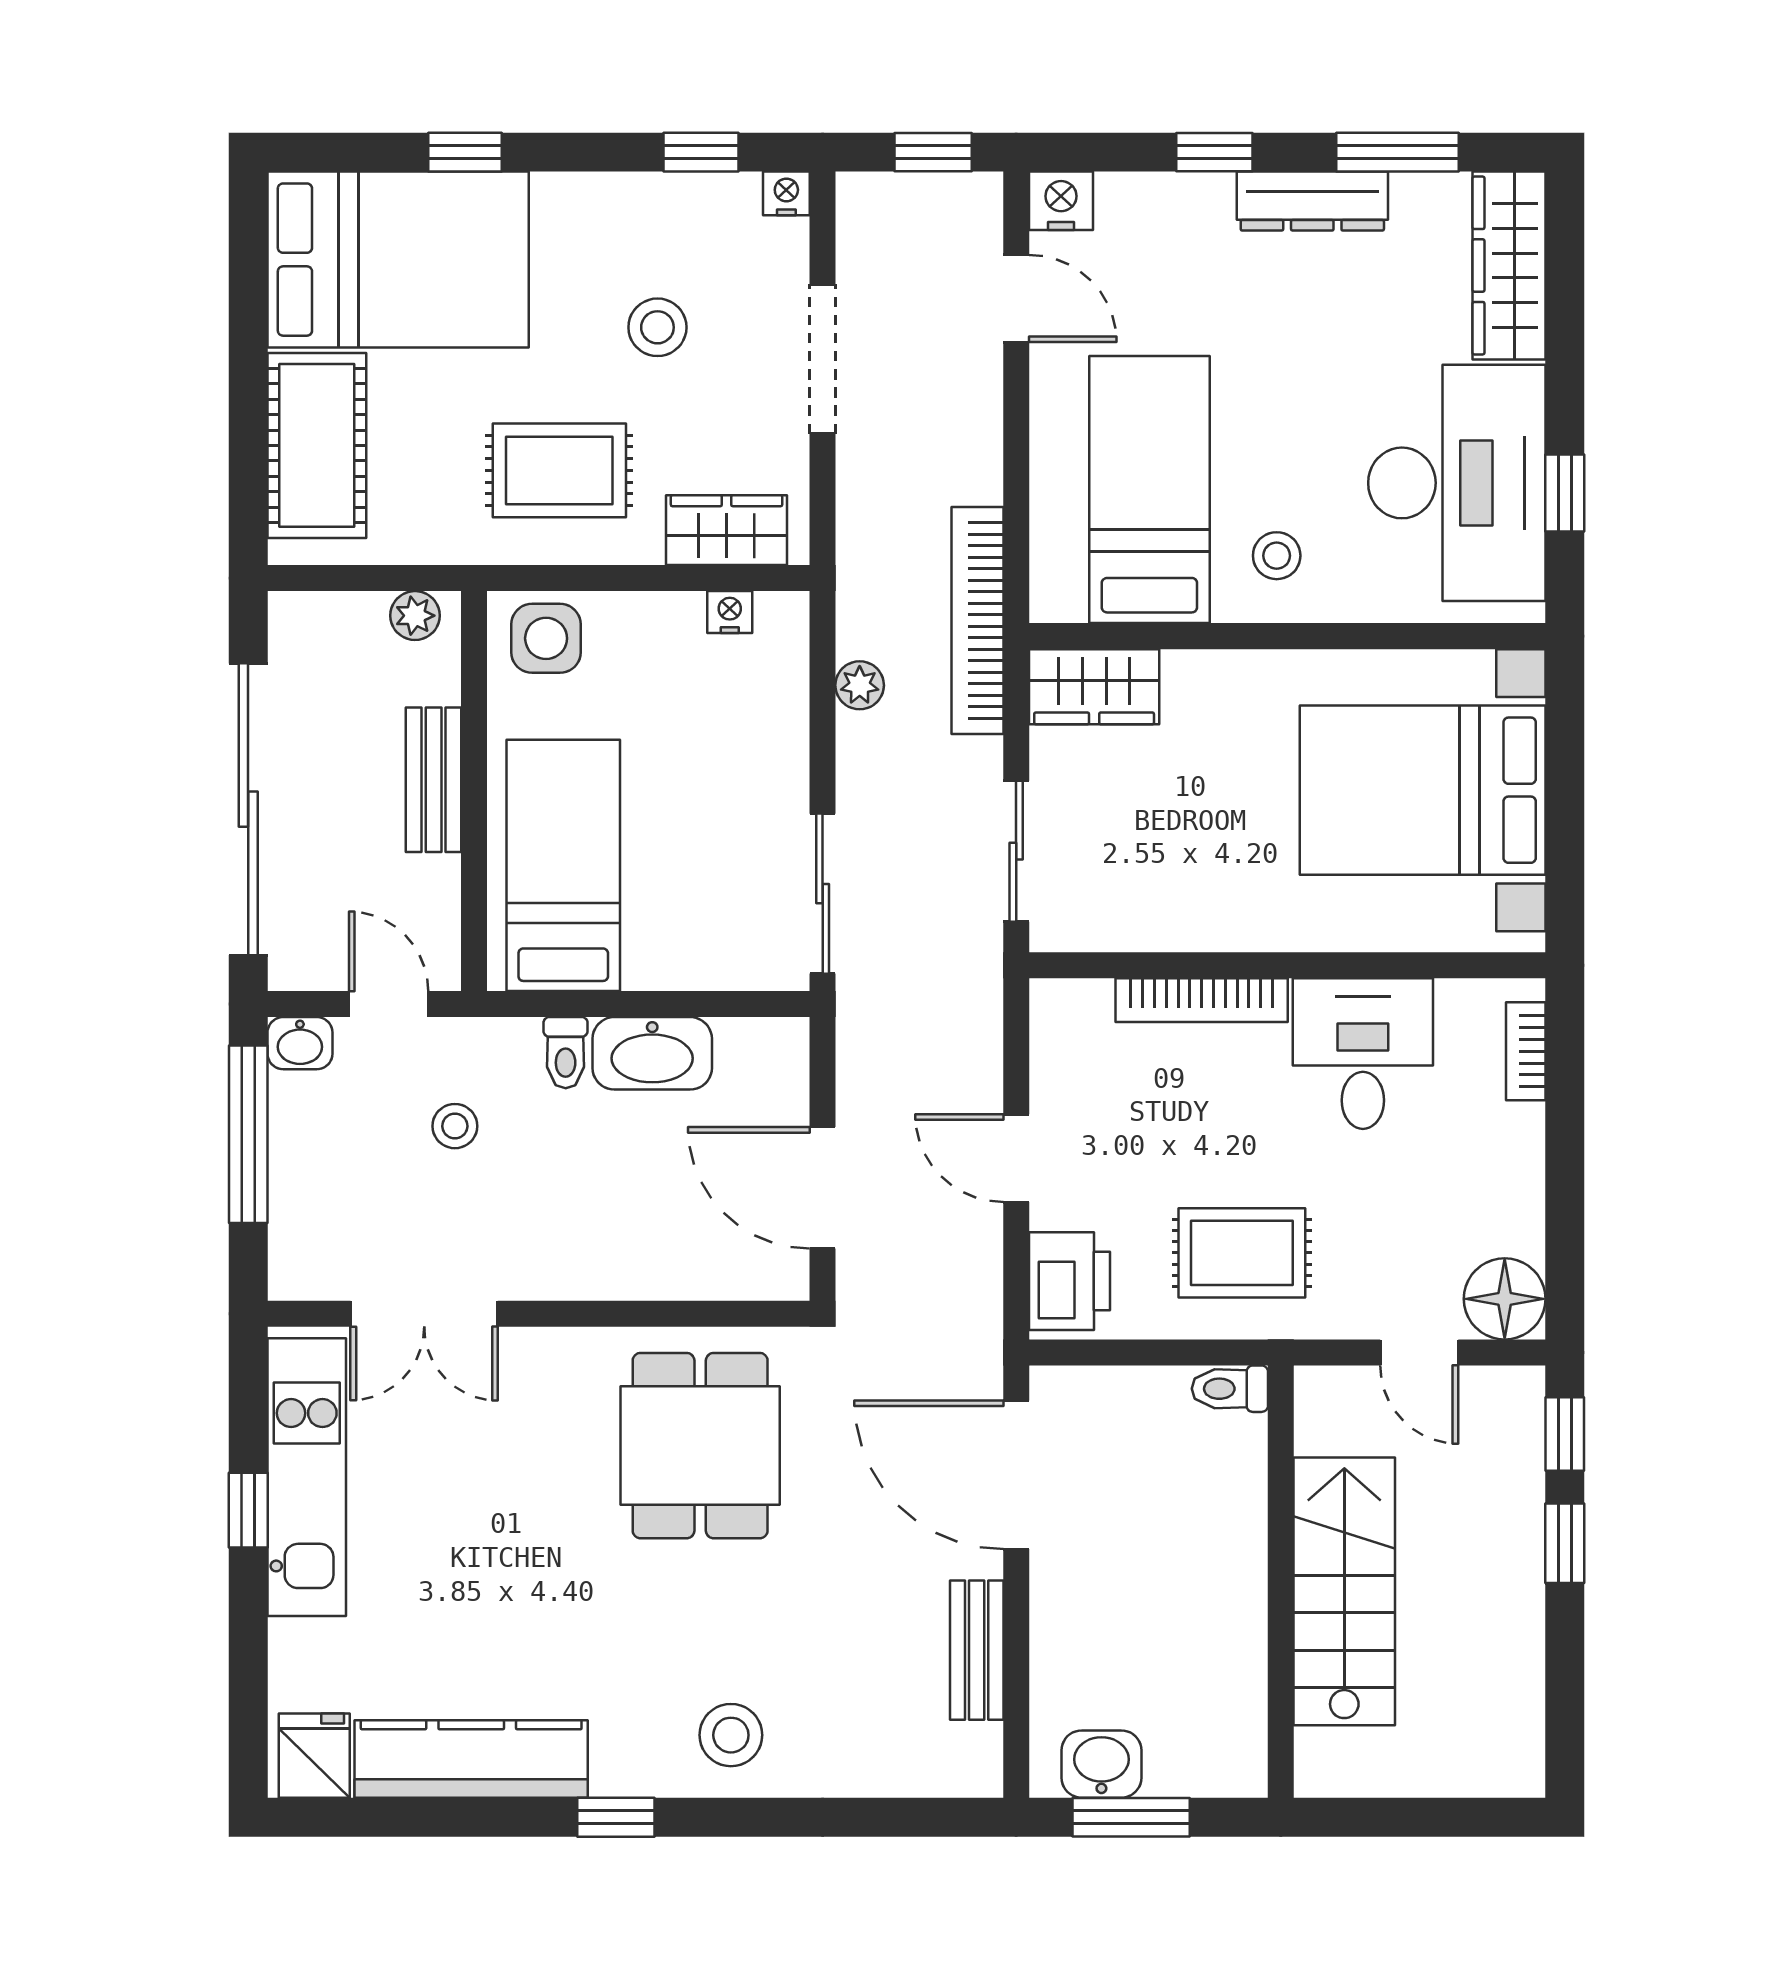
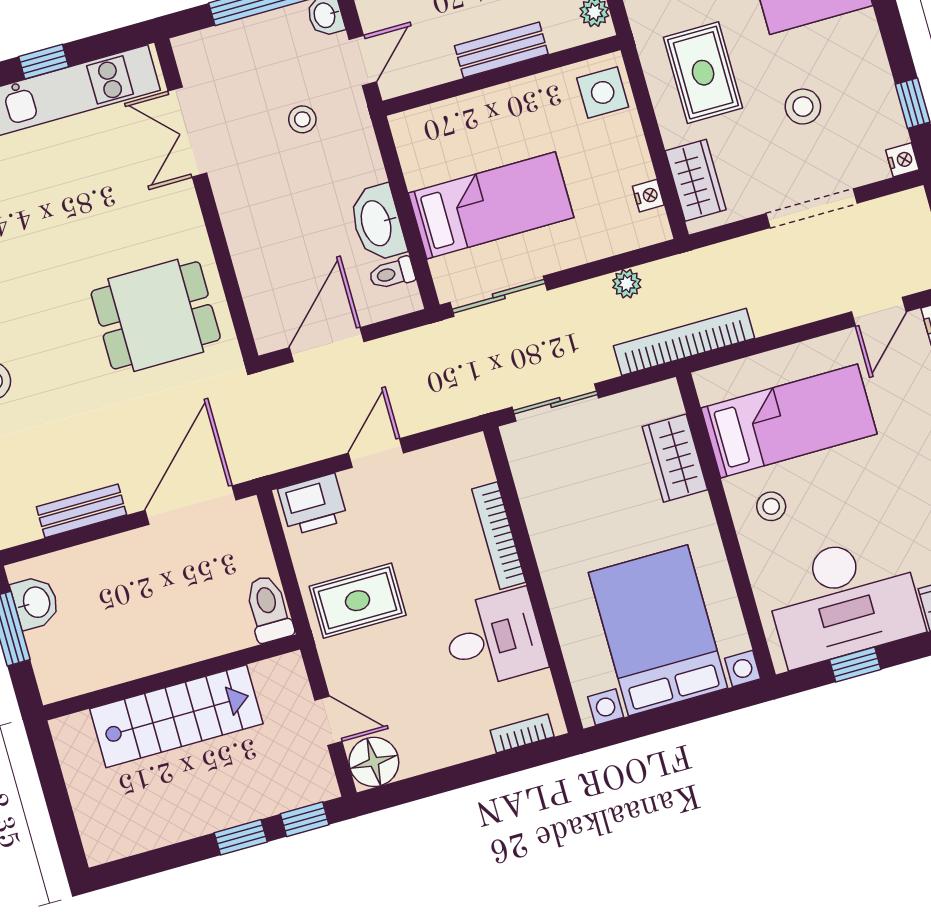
wardrobe: (1094, 687) -> (675, 458), moved
bed: (563, 865) -> (491, 205), moved
toilet: (566, 1053) -> (392, 273), moved
rug: (1242, 1253) -> (358, 601), turned 90
door: (1419, 1353) -> (328, 721), swing flipped
toilet: (1230, 1389) -> (269, 609), width x1.37, depth x1.39

